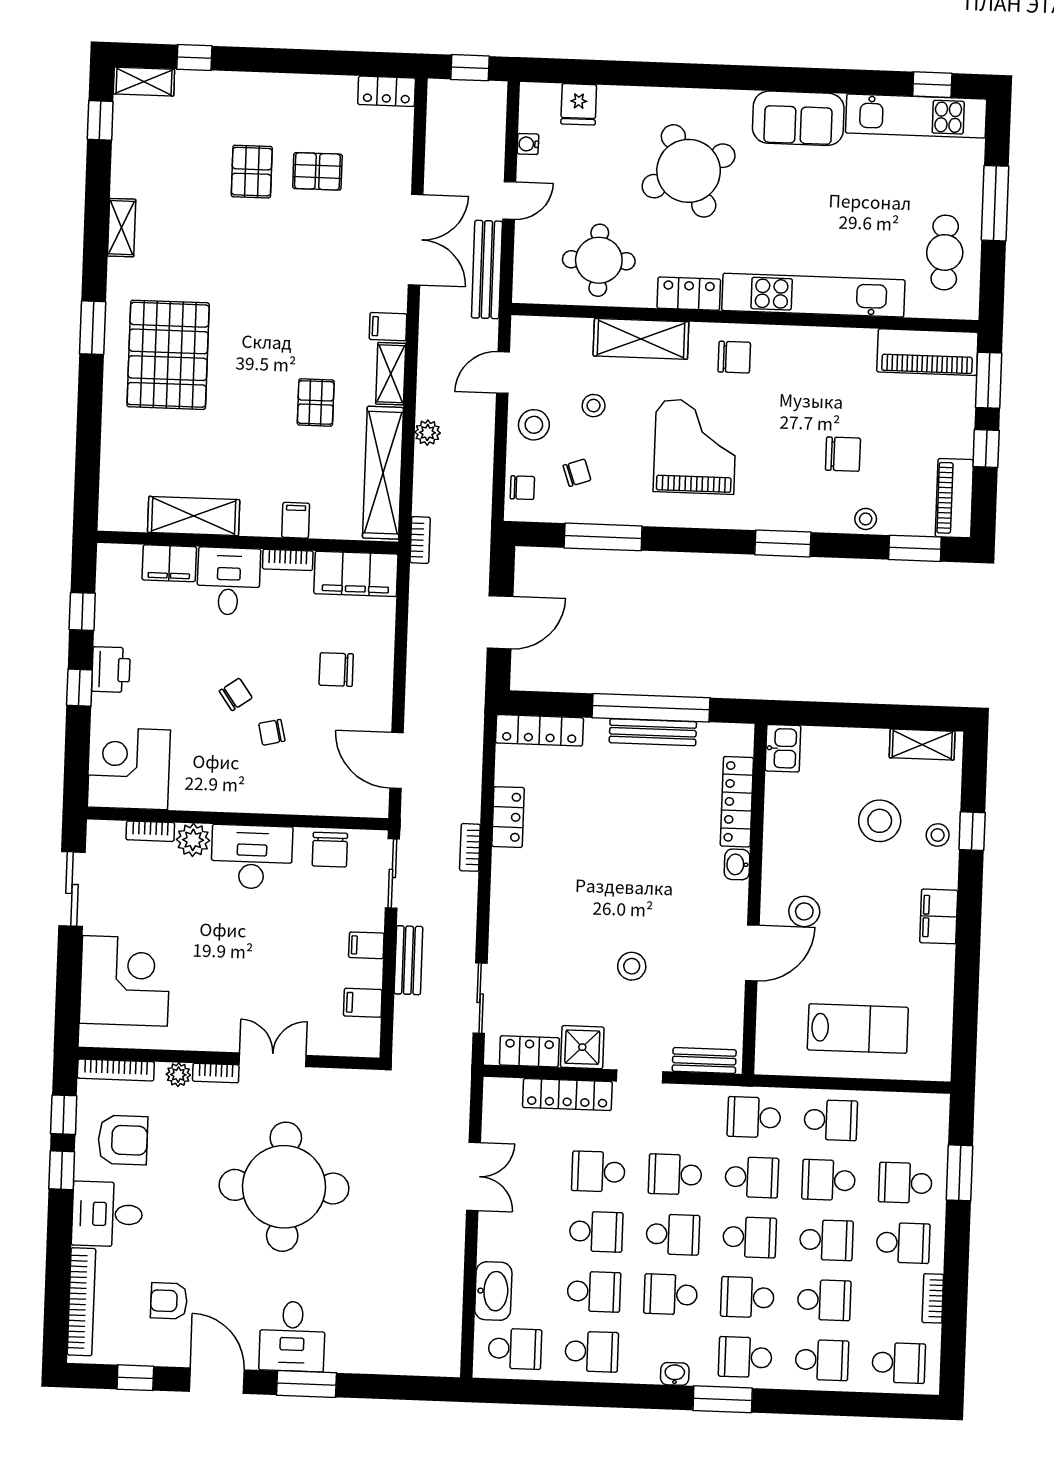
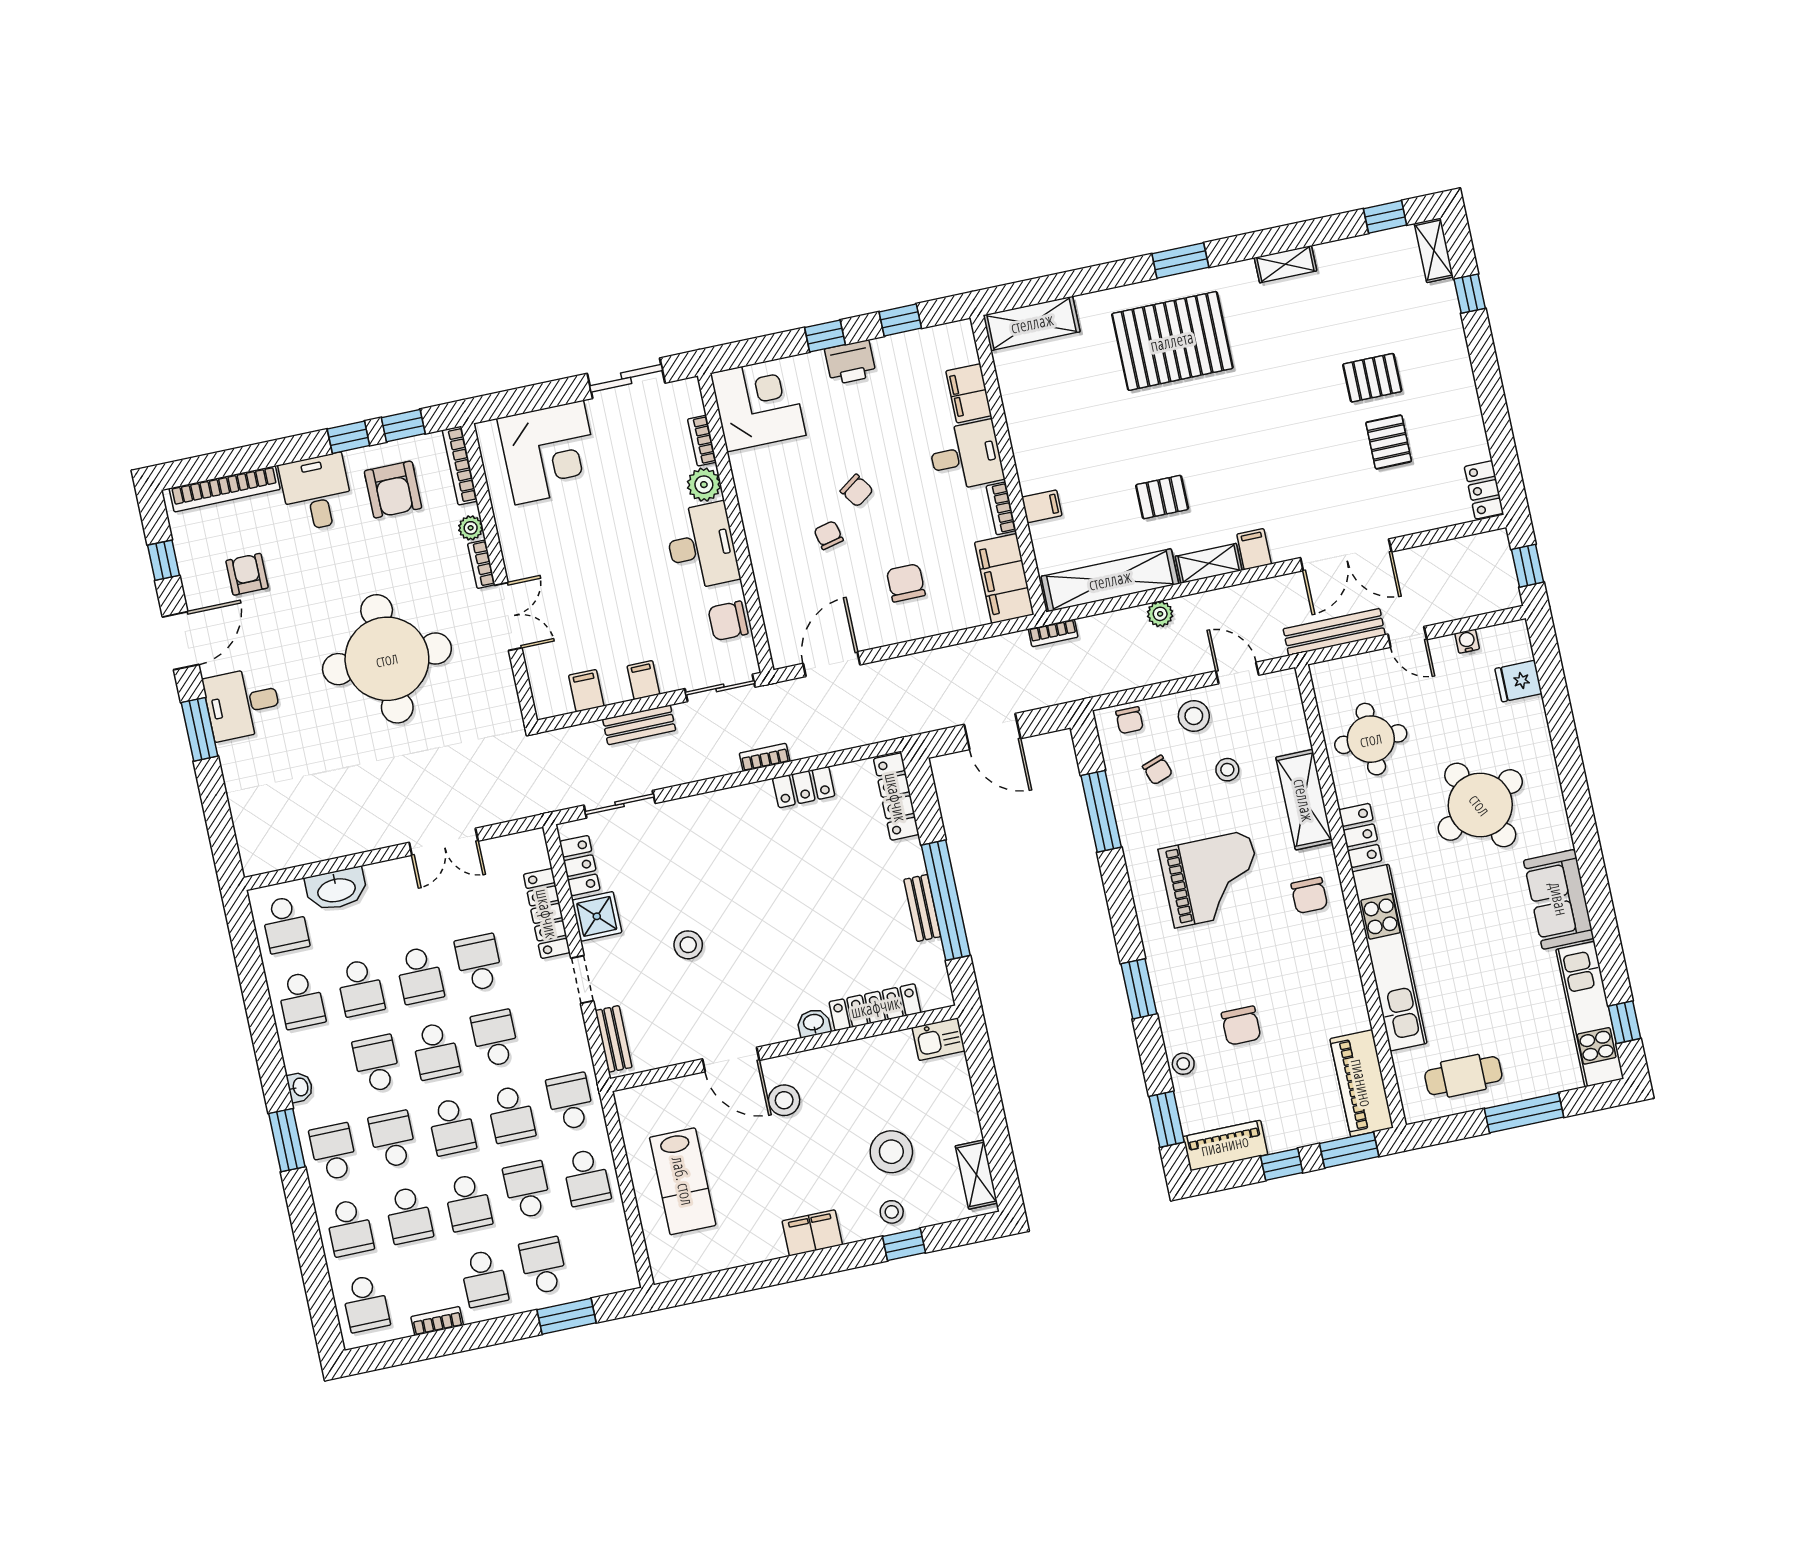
shelving: (194, 516) -> (1032, 323), moved, turned 90
bench: (653, 732) -> (922, 908), width x0.73

